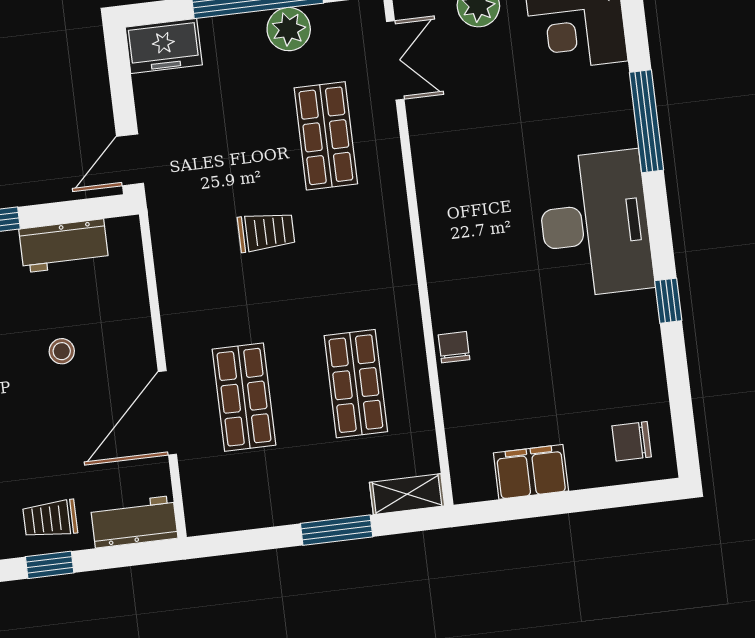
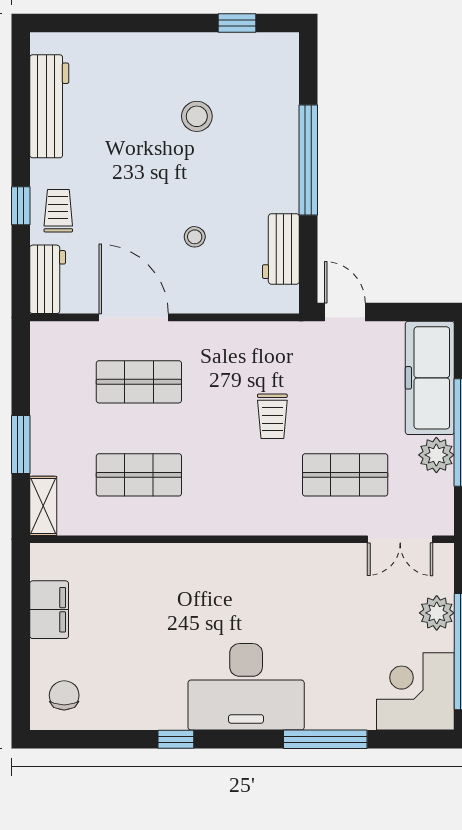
freezer: (164, 46) -> (430, 378), width x1.91, depth x1.26
chair: (454, 347) -> (159, 559), removed

